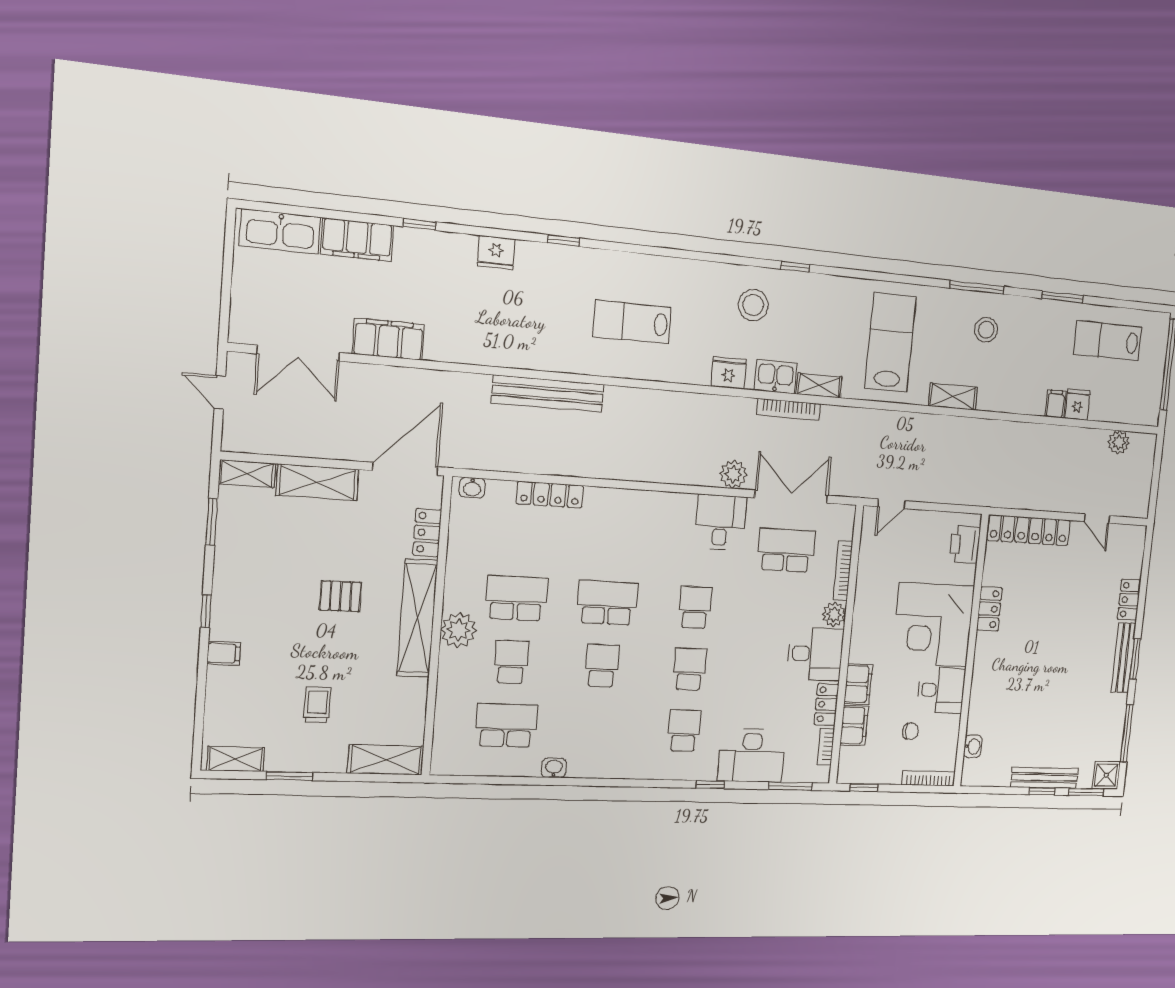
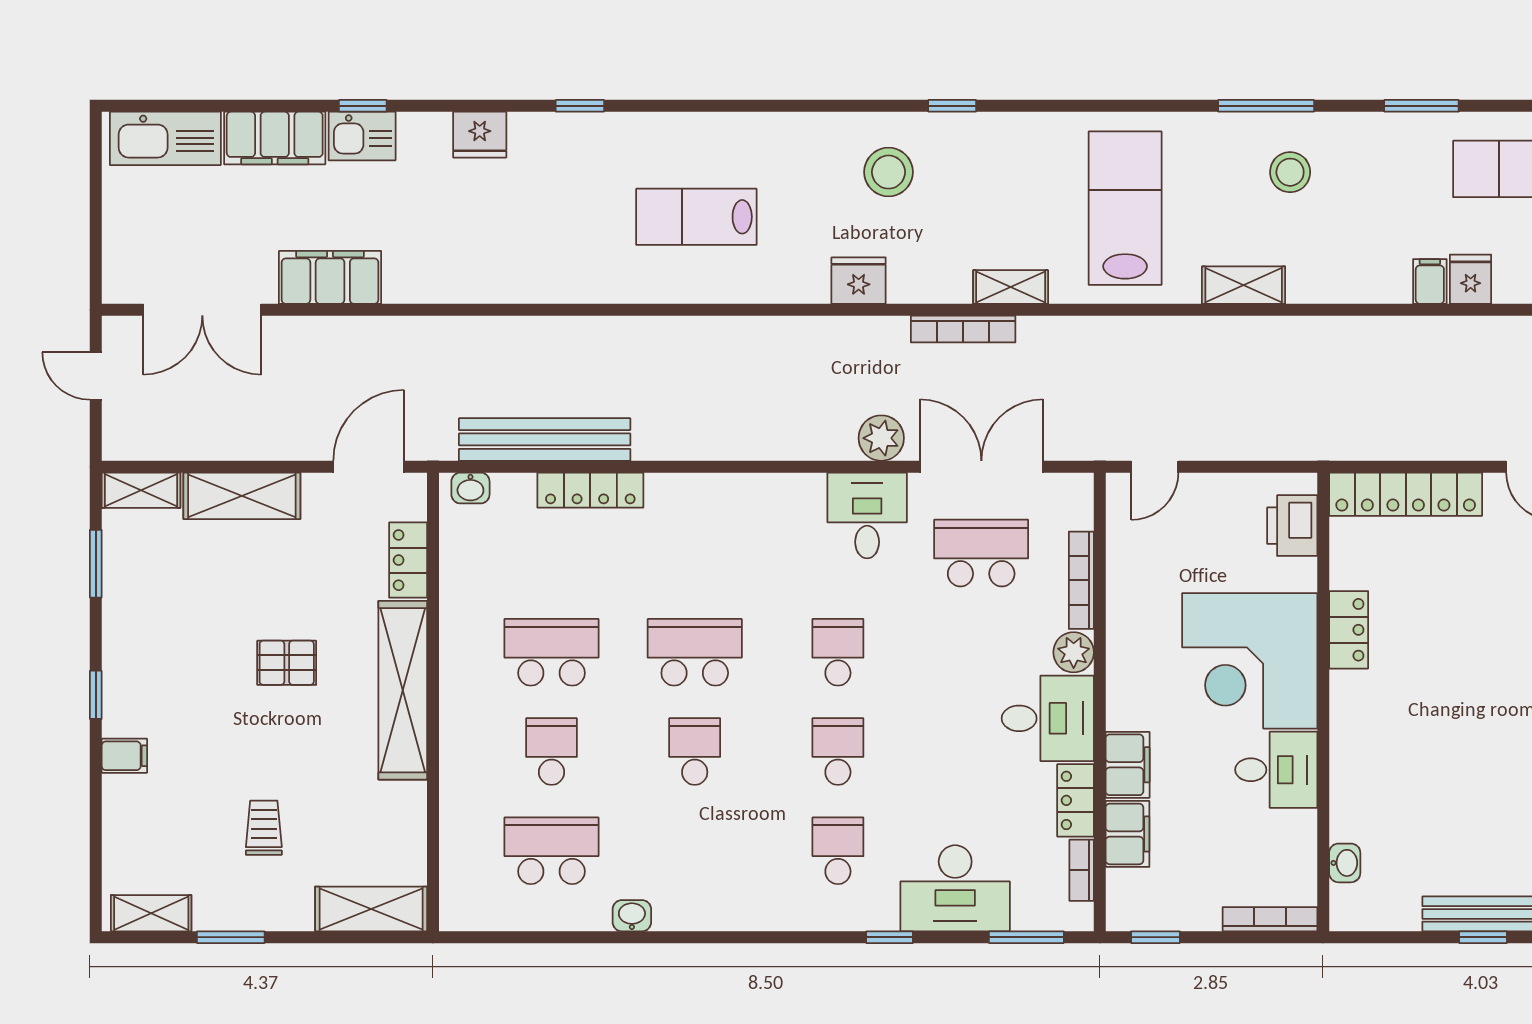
kitchen sink: (776, 377) -> (362, 136), moved, turned 180
bench: (548, 394) -> (545, 439), moved
door: (405, 469) -> (369, 467), width x0.73
plant: (458, 630) -> (466, 706), removed
chair: (910, 731) -> (1229, 841), removed

